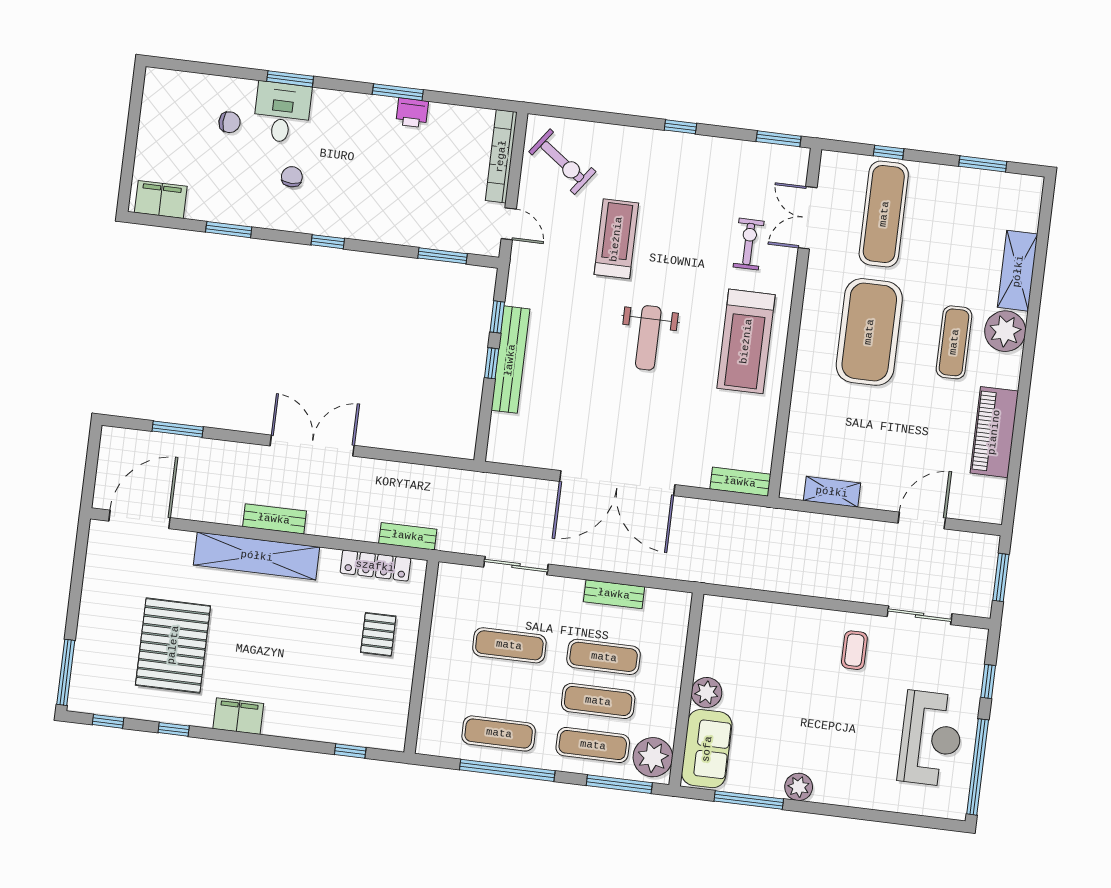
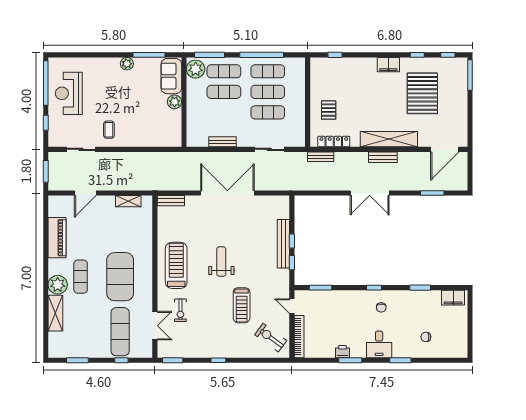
desk: (282, 112) -> (379, 344), moved
chair: (292, 177) -> (381, 307), moved
exercise mat: (604, 657) -> (268, 92), moved

